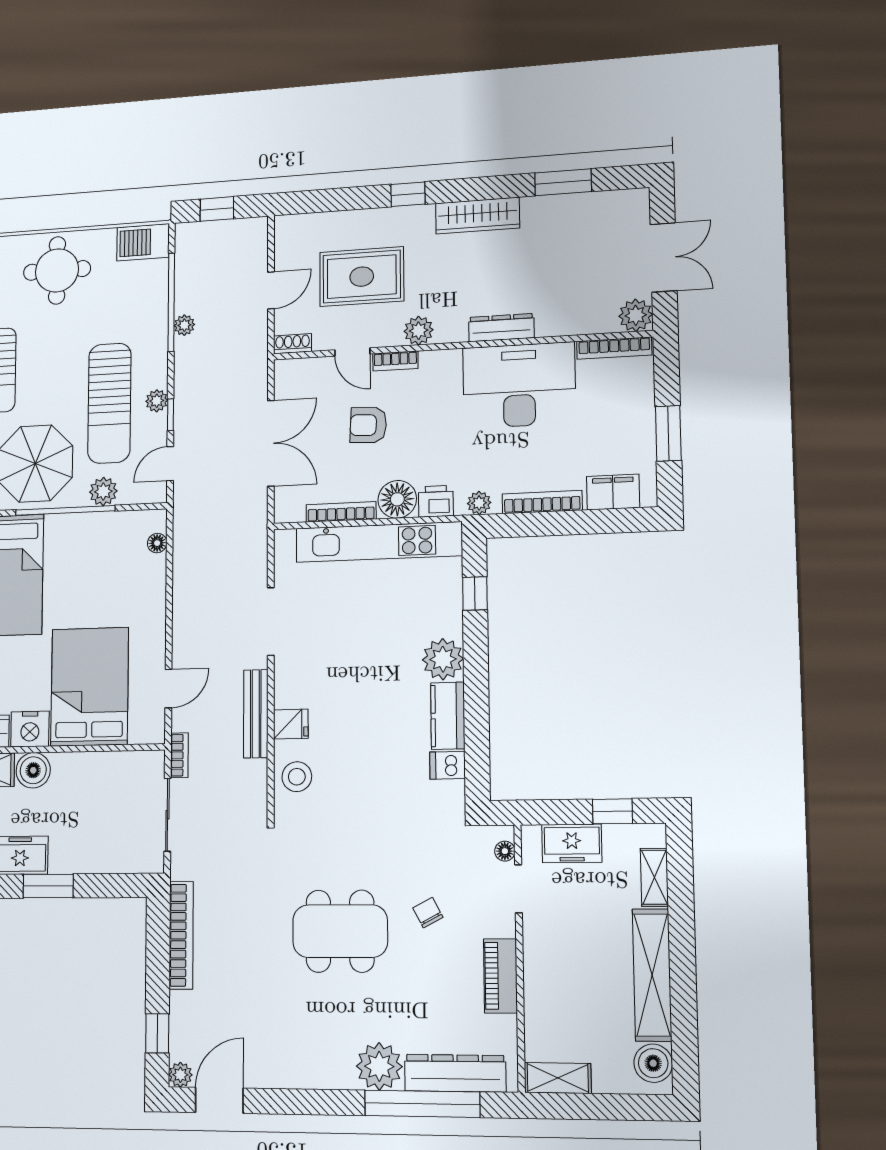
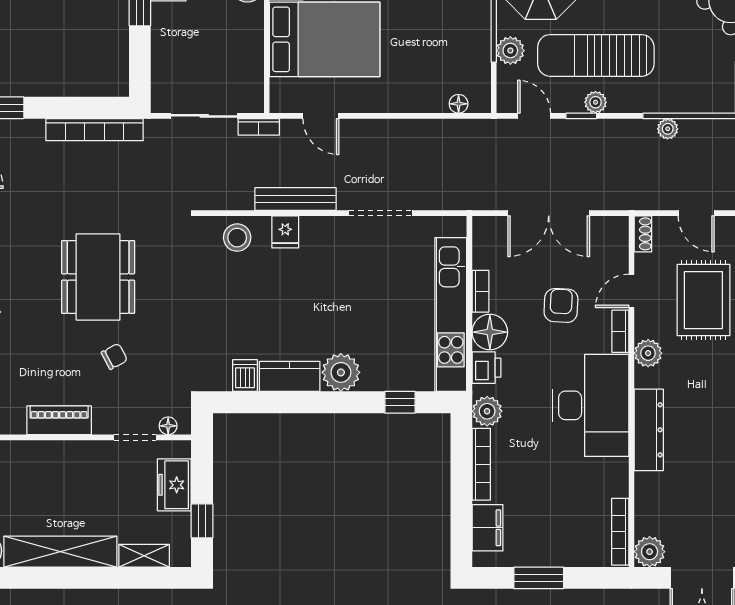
dresser: (501, 328) -> (649, 430), width x1.37, depth x1.24
desk: (519, 385) -> (591, 405), moved
plant: (479, 503) -> (487, 411), width x1.38, depth x1.38
bookcase: (341, 512) -> (480, 291), width x0.64

